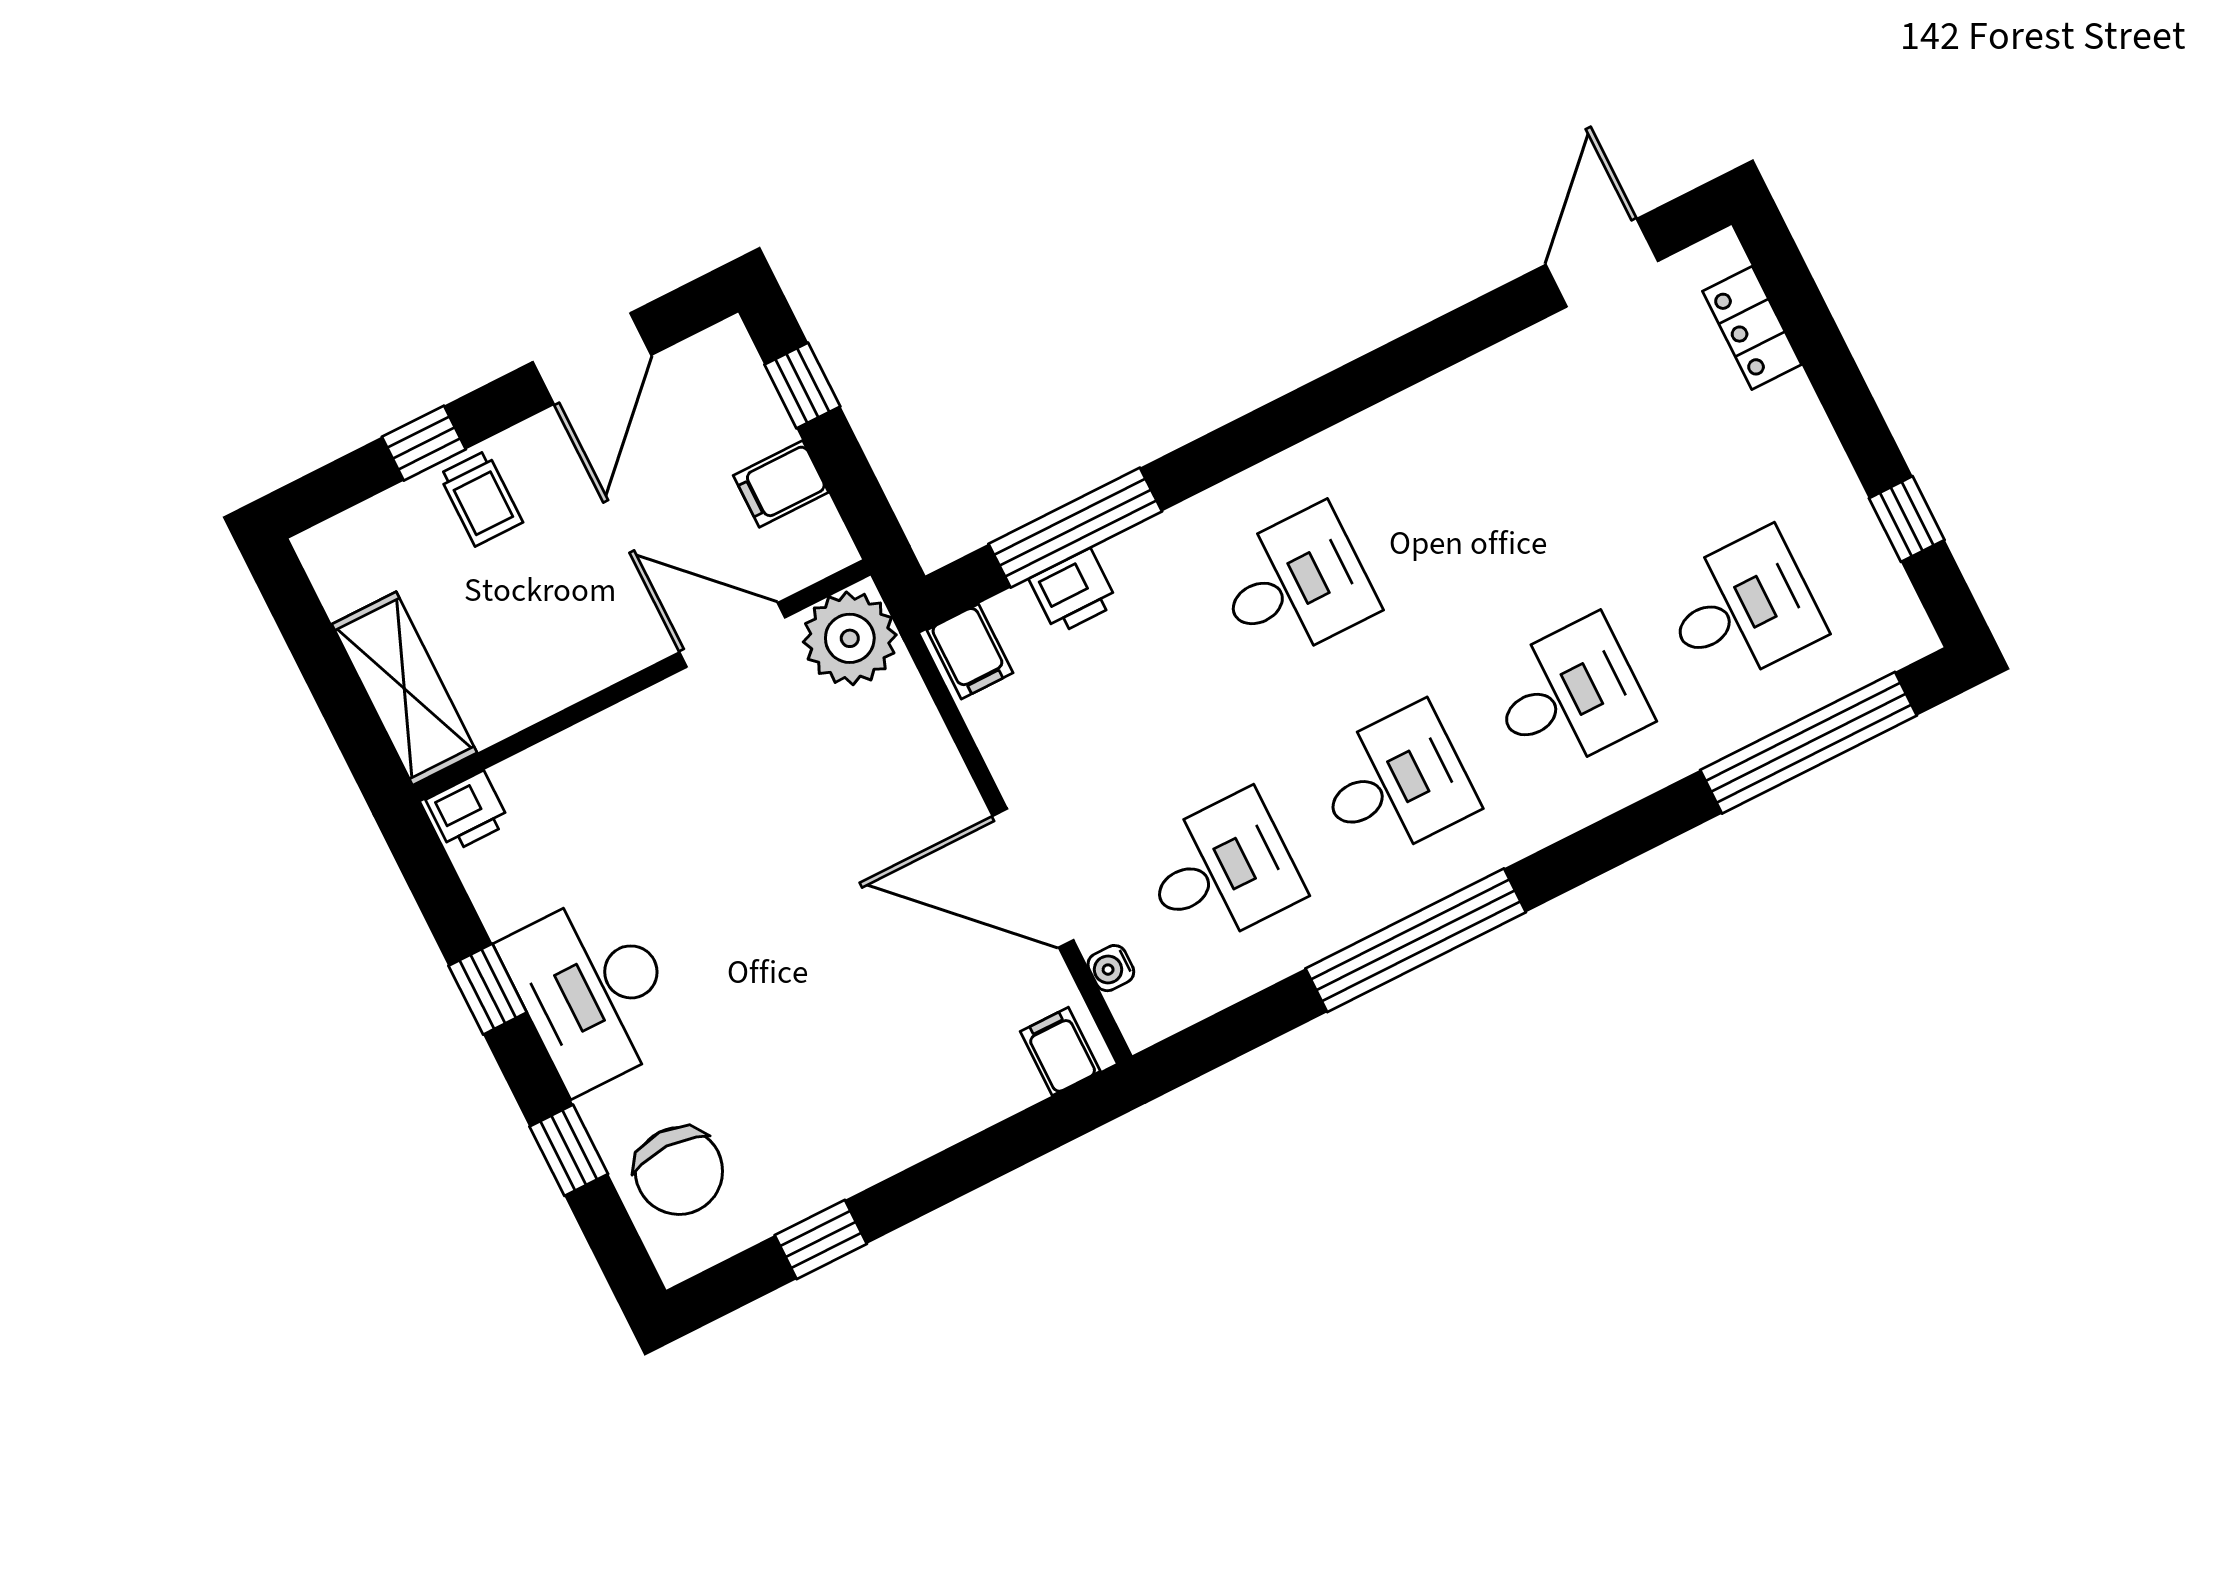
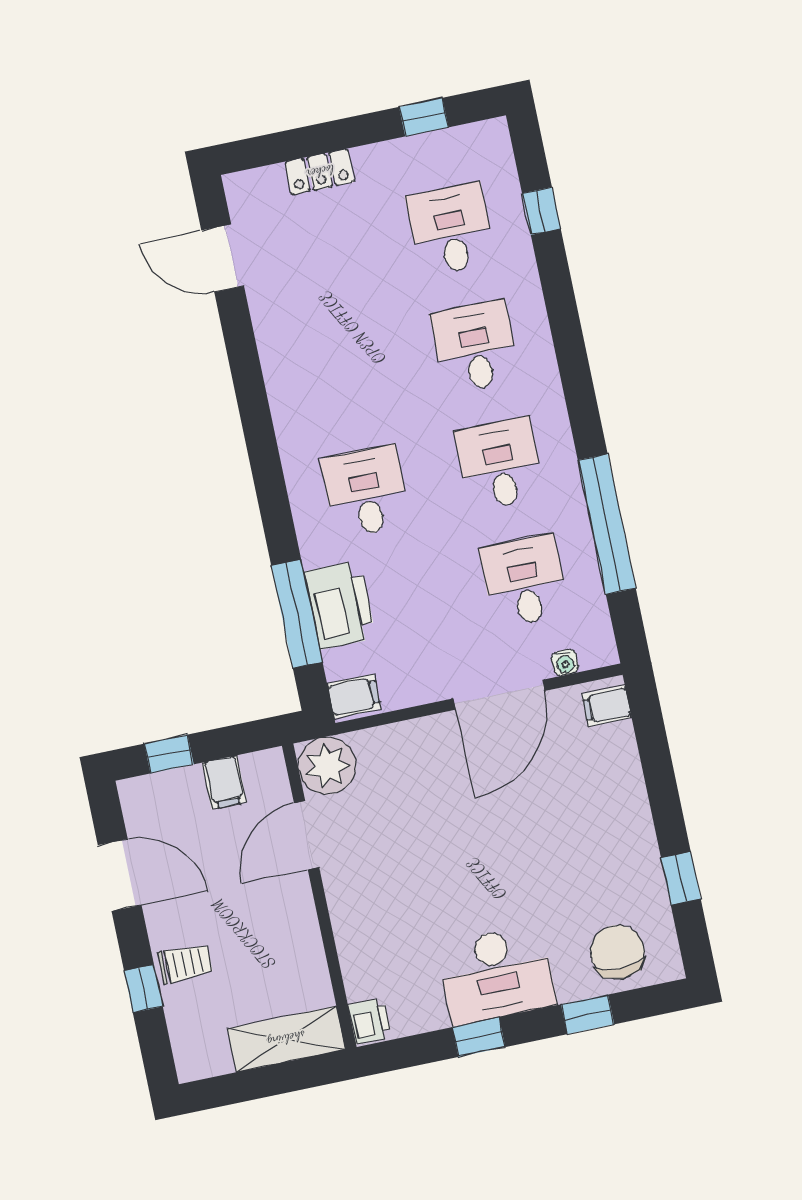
locker: (1752, 328) -> (320, 172), moved
printer: (1073, 591) -> (340, 605), width x1.87, depth x1.48
window: (1808, 743) -> (541, 211), width x0.32
window: (1416, 940) -> (607, 524), moved
chair: (679, 1171) -> (618, 952), turned -90

